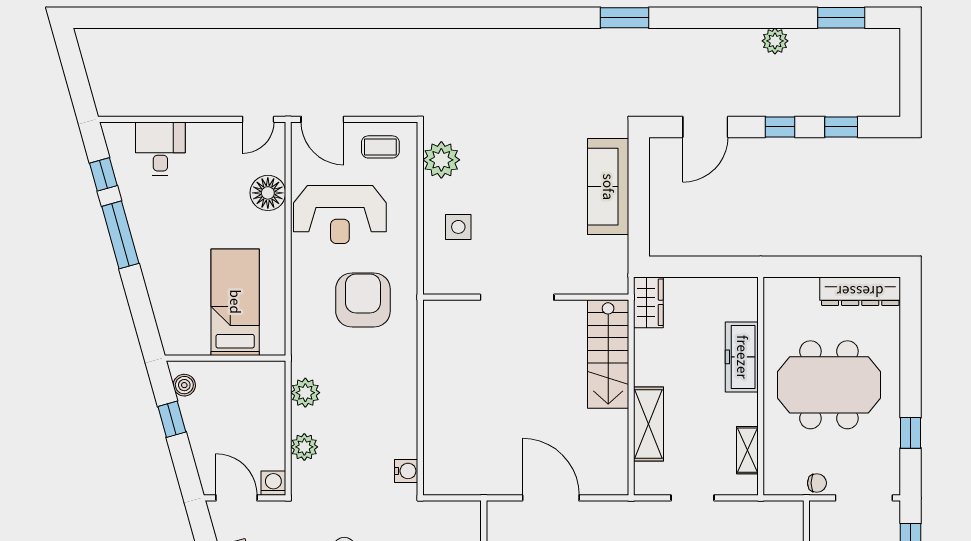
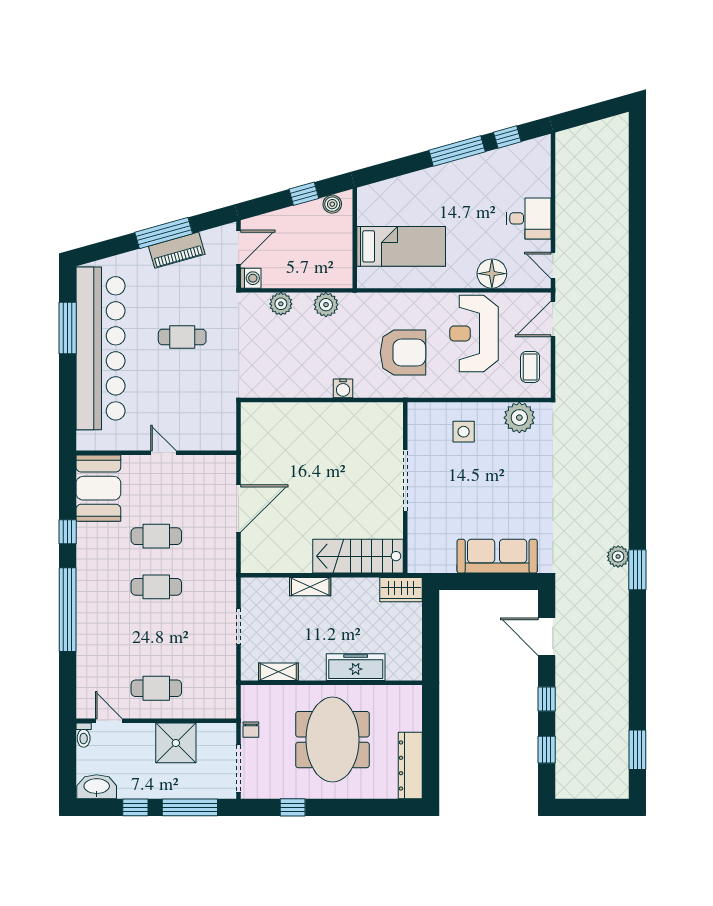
plant: (775, 41) -> (618, 556), moved
desk: (160, 149) -> (529, 218), moved
shelving: (648, 424) -> (310, 587), width x0.67, depth x0.75
water cooler: (406, 471) -> (343, 388), moved

